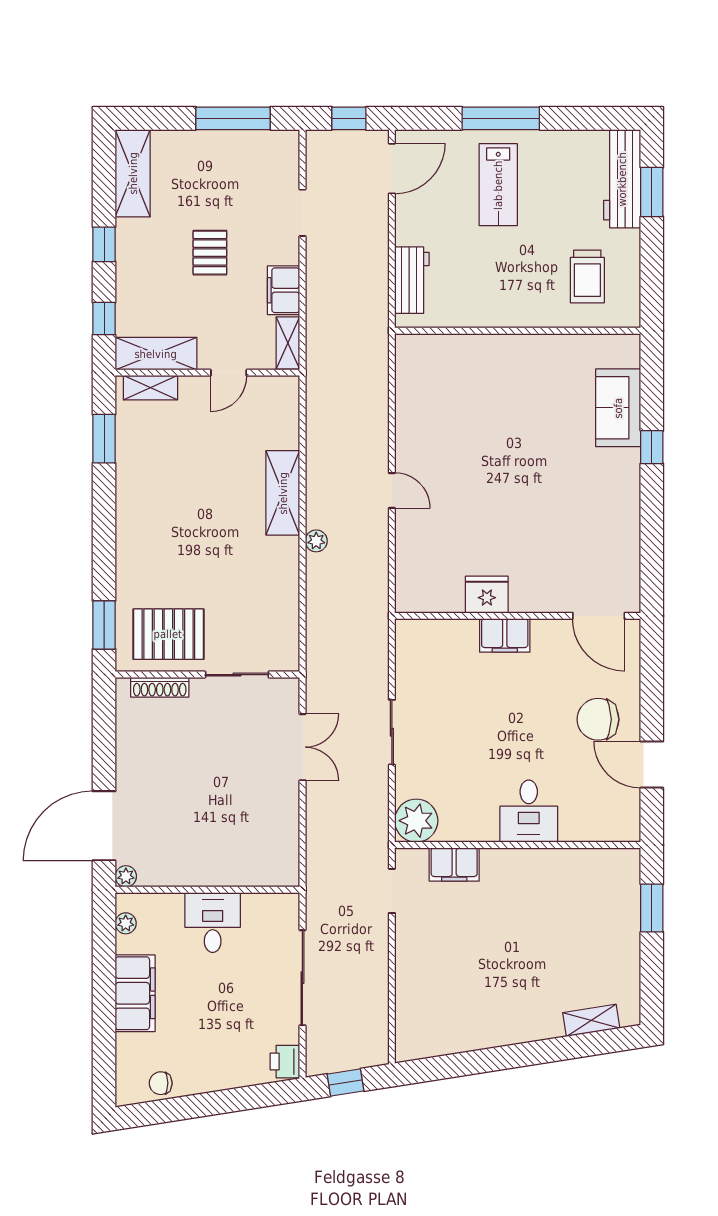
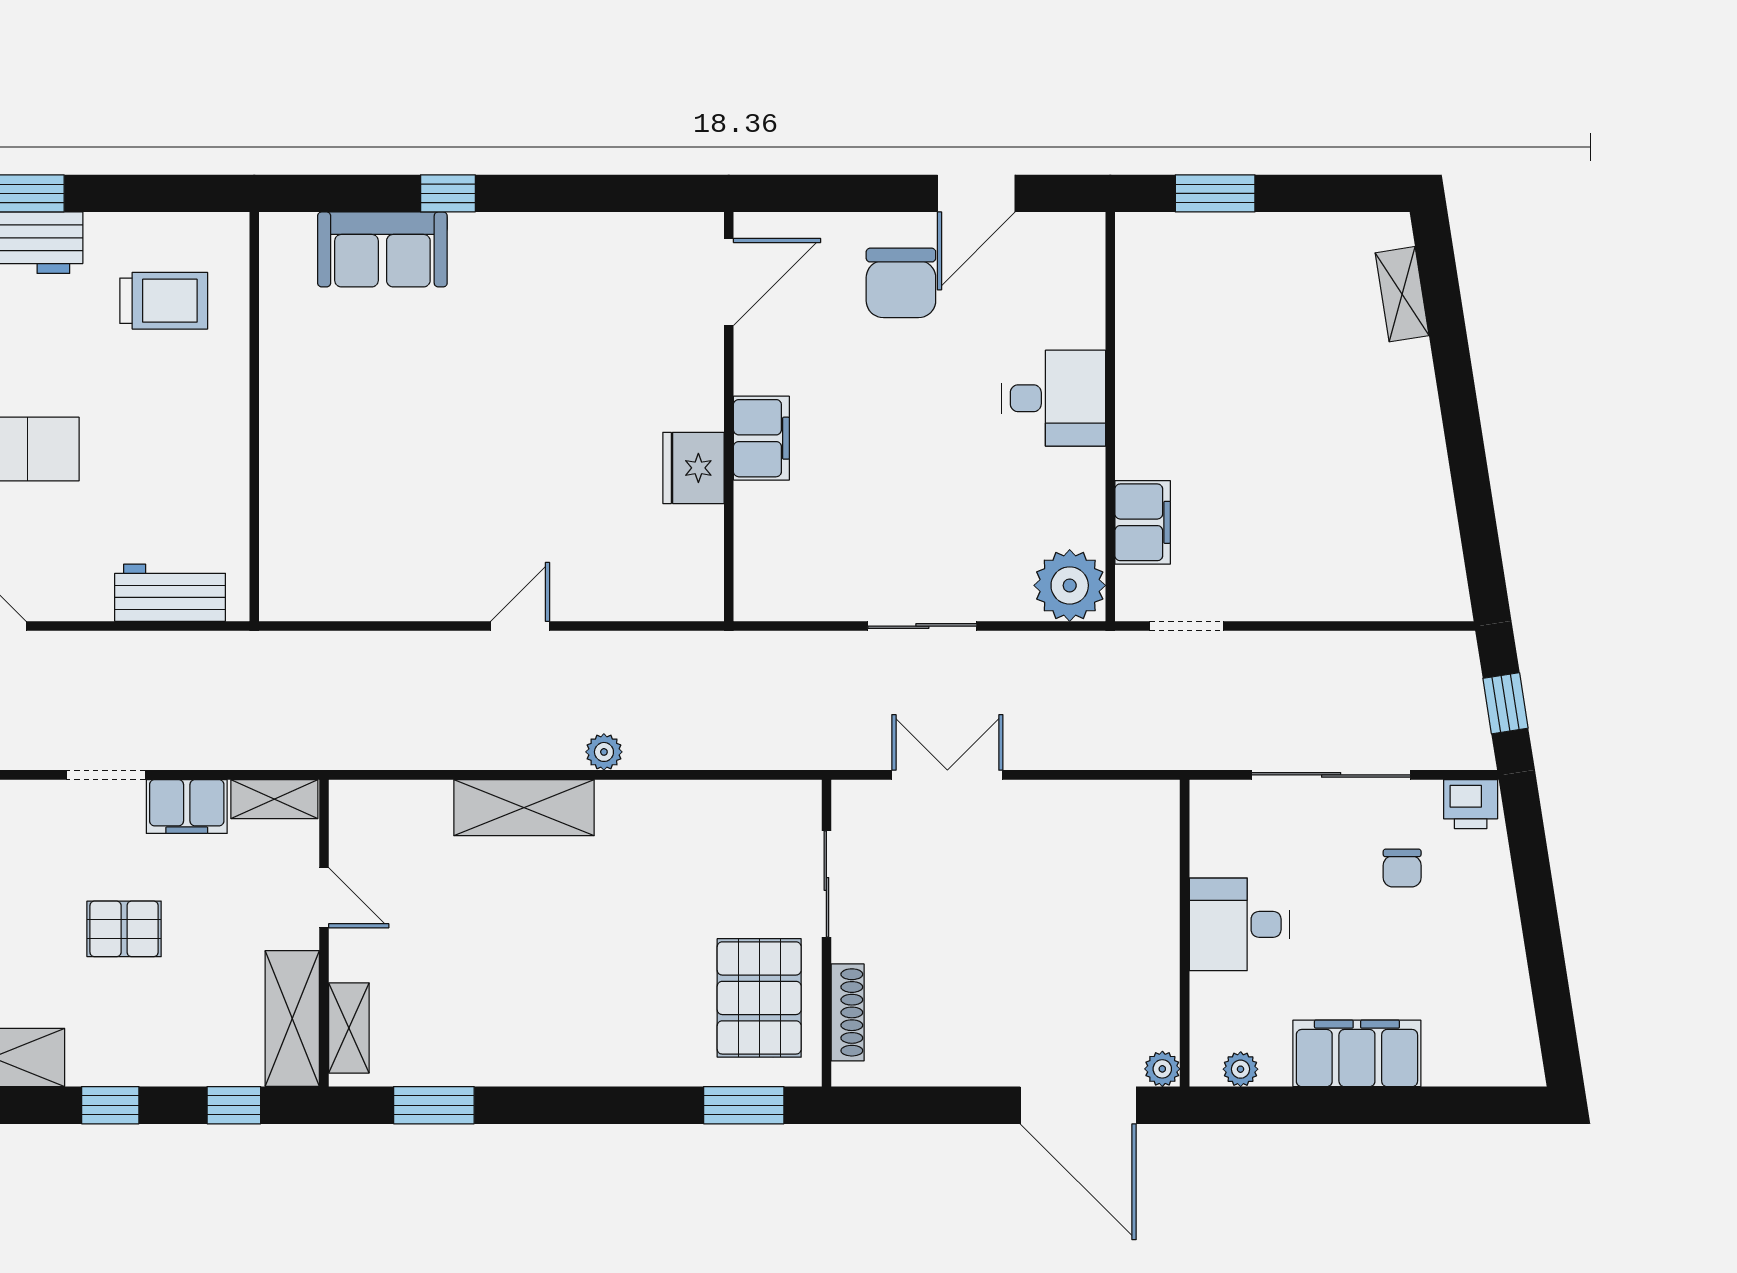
doorway: (302, 213) -> (106, 775), moved
chair: (161, 1083) -> (1402, 868), moved

